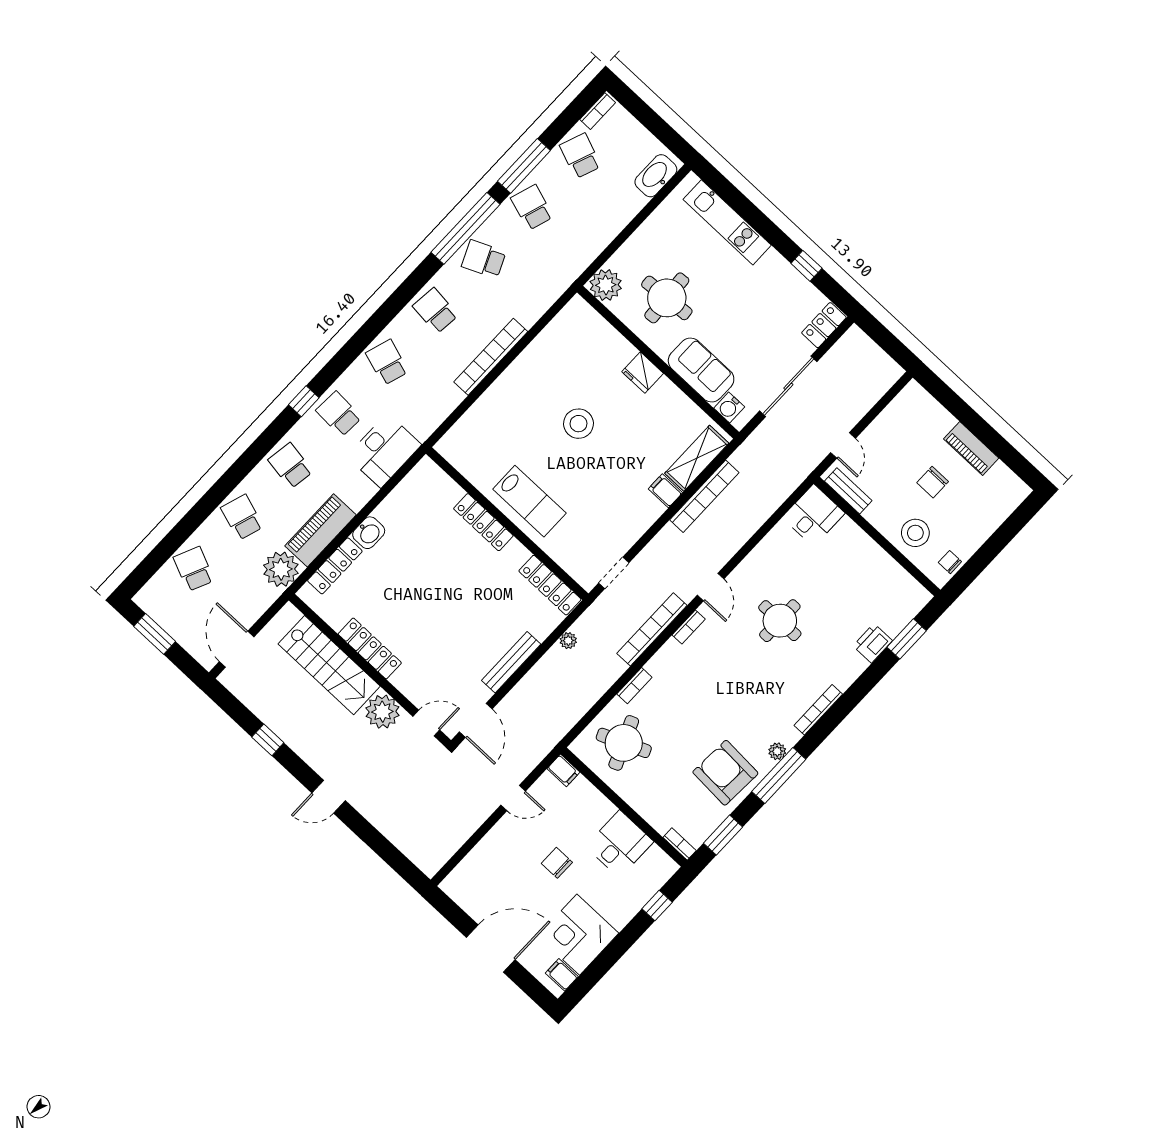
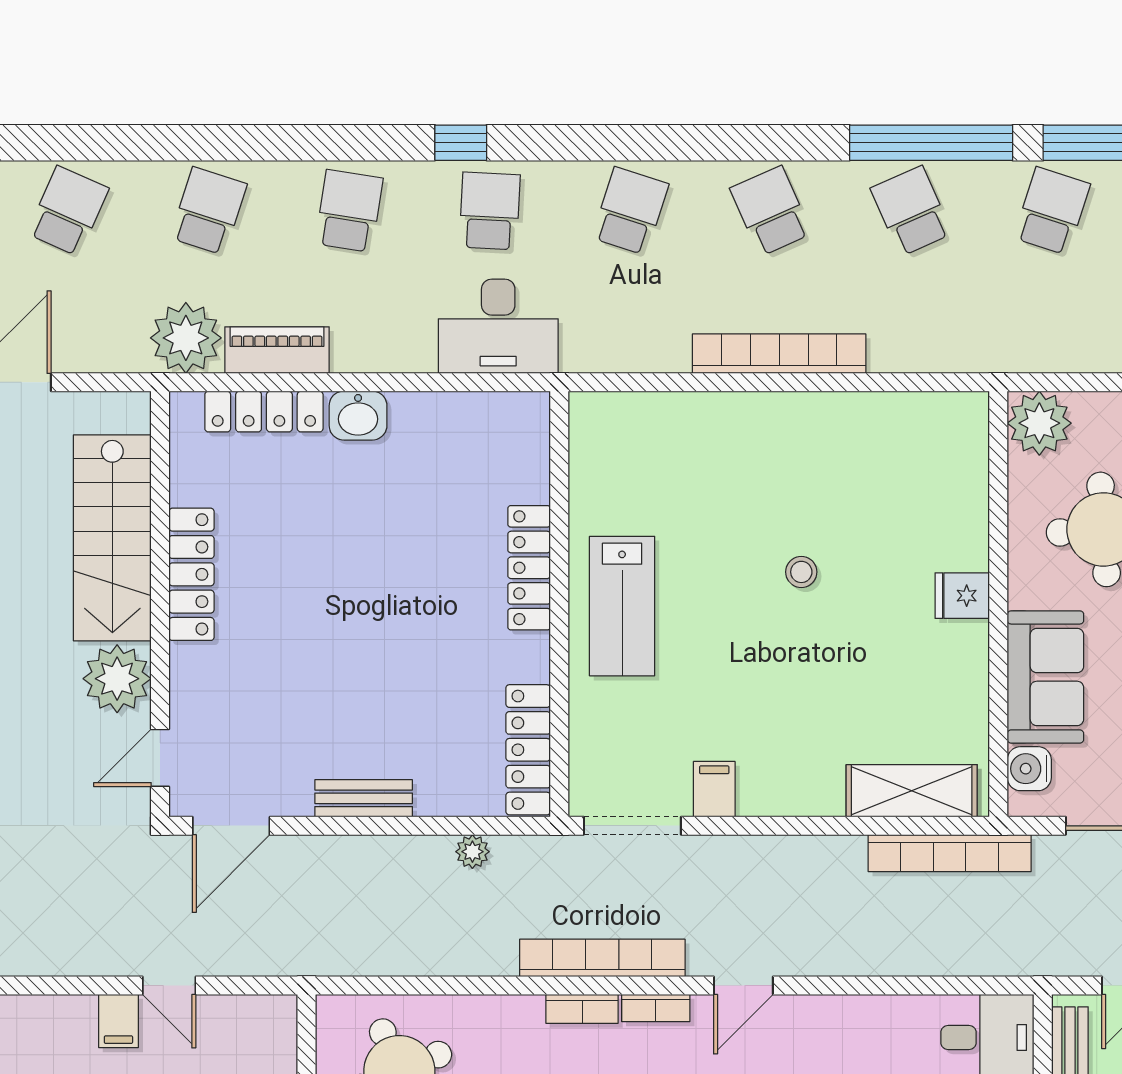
school desk: (435, 311) -> (771, 211), turned -30
fridge: (643, 373) -> (962, 596), width x0.72
stool: (579, 424) -> (801, 572), width x0.53, depth x0.53
filing cabinet: (665, 491) -> (714, 789), moved
bookcase: (704, 496) -> (950, 853), moved
piano: (320, 530) -> (277, 350), width x0.73, depth x0.75
doorway: (614, 573) -> (632, 826), width x1.38
bench: (511, 662) -> (364, 798), width x0.73
bookcase: (634, 686) -> (582, 1009), moved
door: (426, 723) -> (160, 758), swing flipped
filing cabinet: (563, 770) -> (118, 1021), moved

